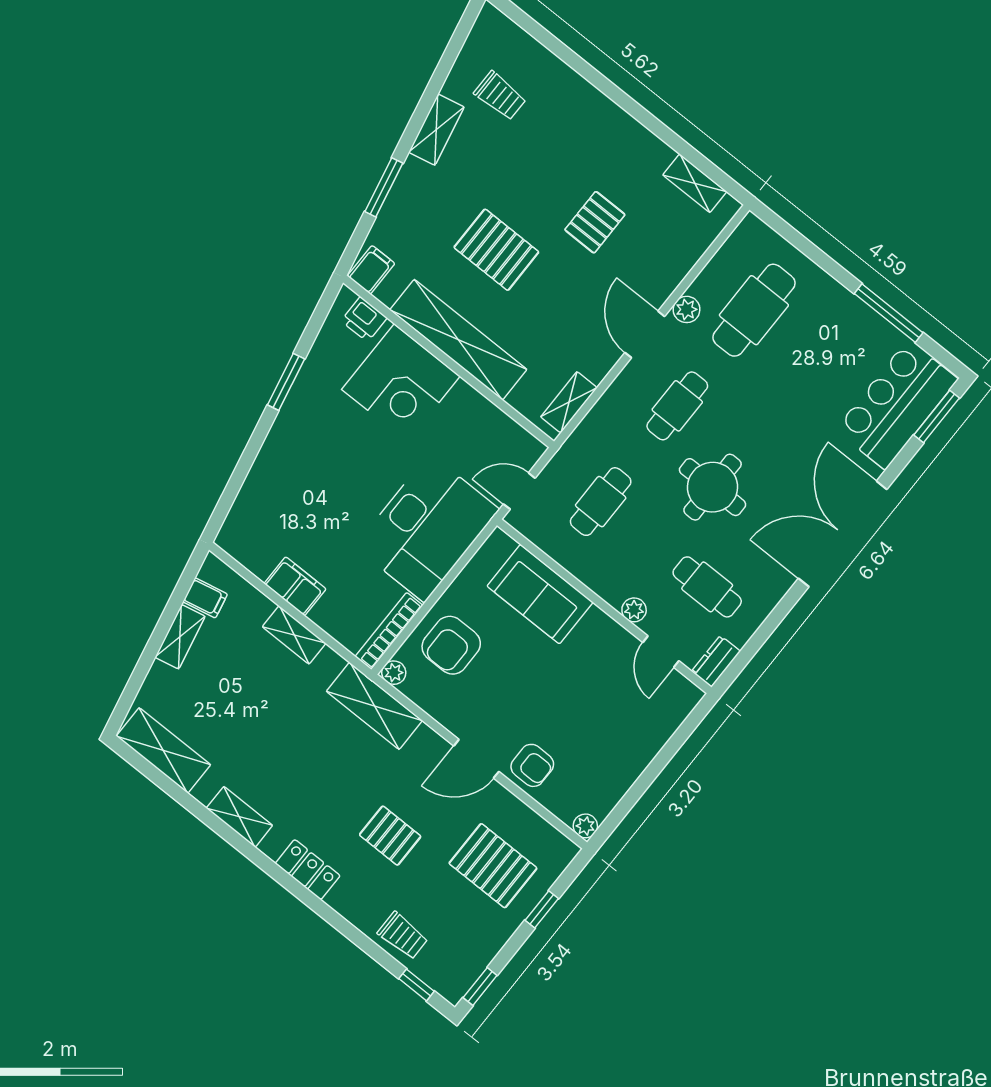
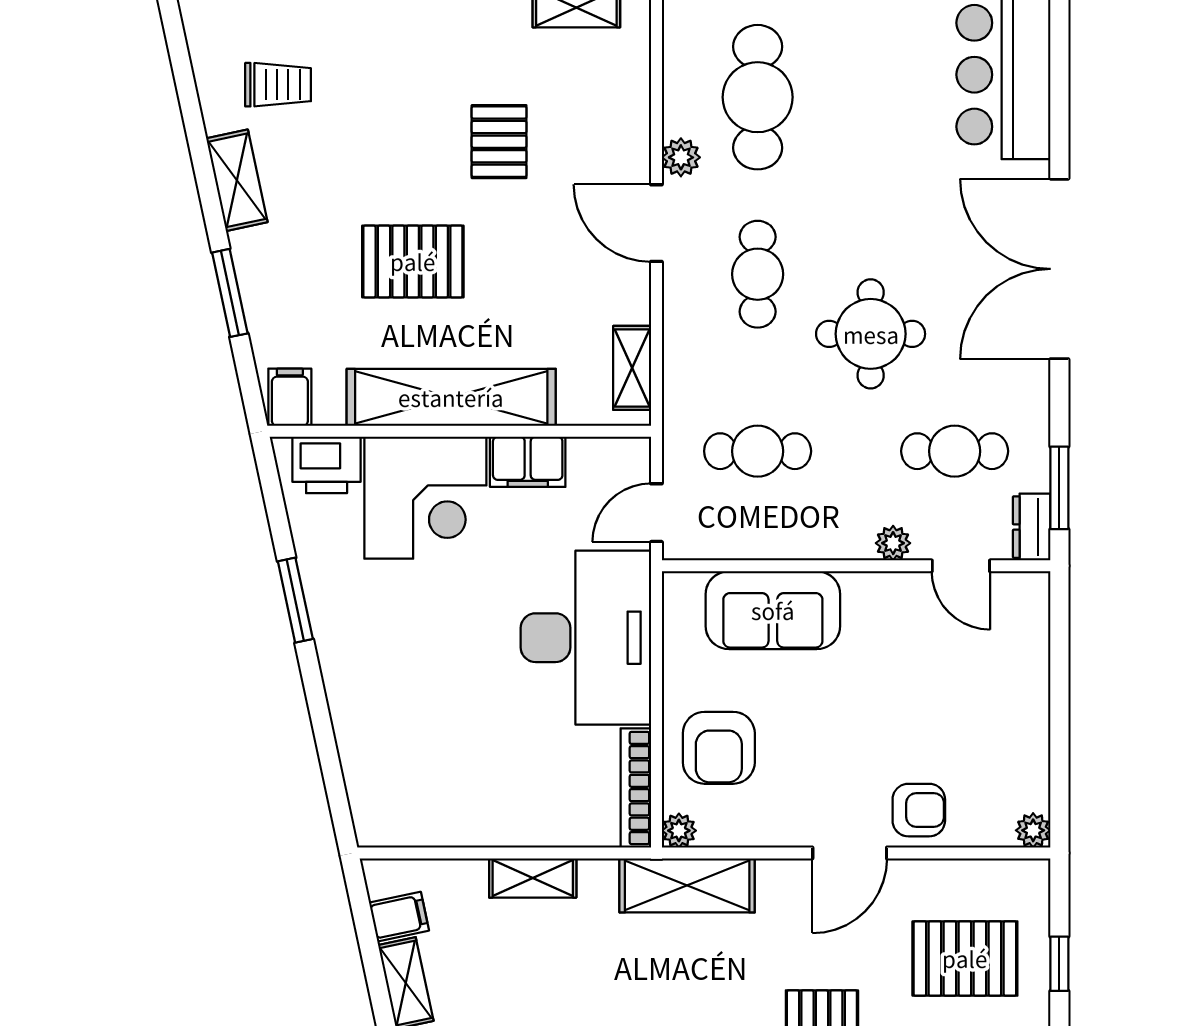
printer: (364, 319) -> (327, 465), width x1.36, depth x1.24
window: (937, 417) -> (1059, 488), moved
cafe table: (601, 502) -> (758, 451), turned 90
filing cabinet: (295, 586) -> (528, 462), moved, turned 180

